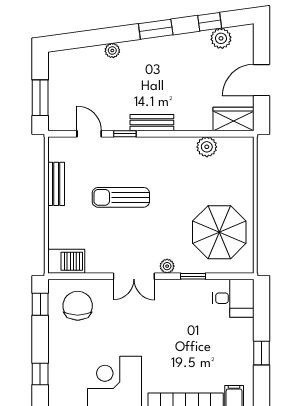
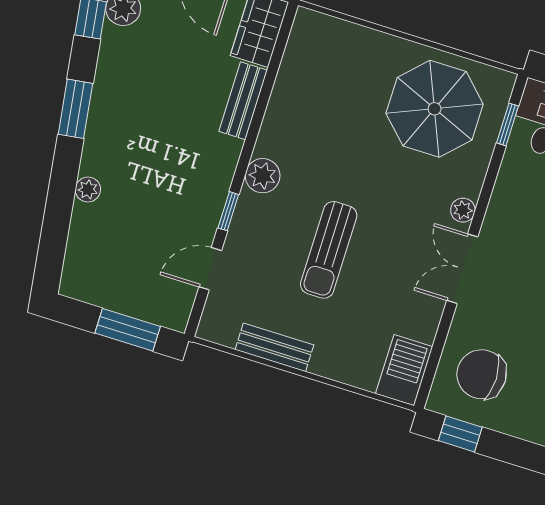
bench: (152, 123) -> (243, 101), moved
plant: (207, 147) -> (263, 176), moved
double door: (134, 276) -> (462, 269), swing flipped
window: (193, 276) -> (508, 124), moved

